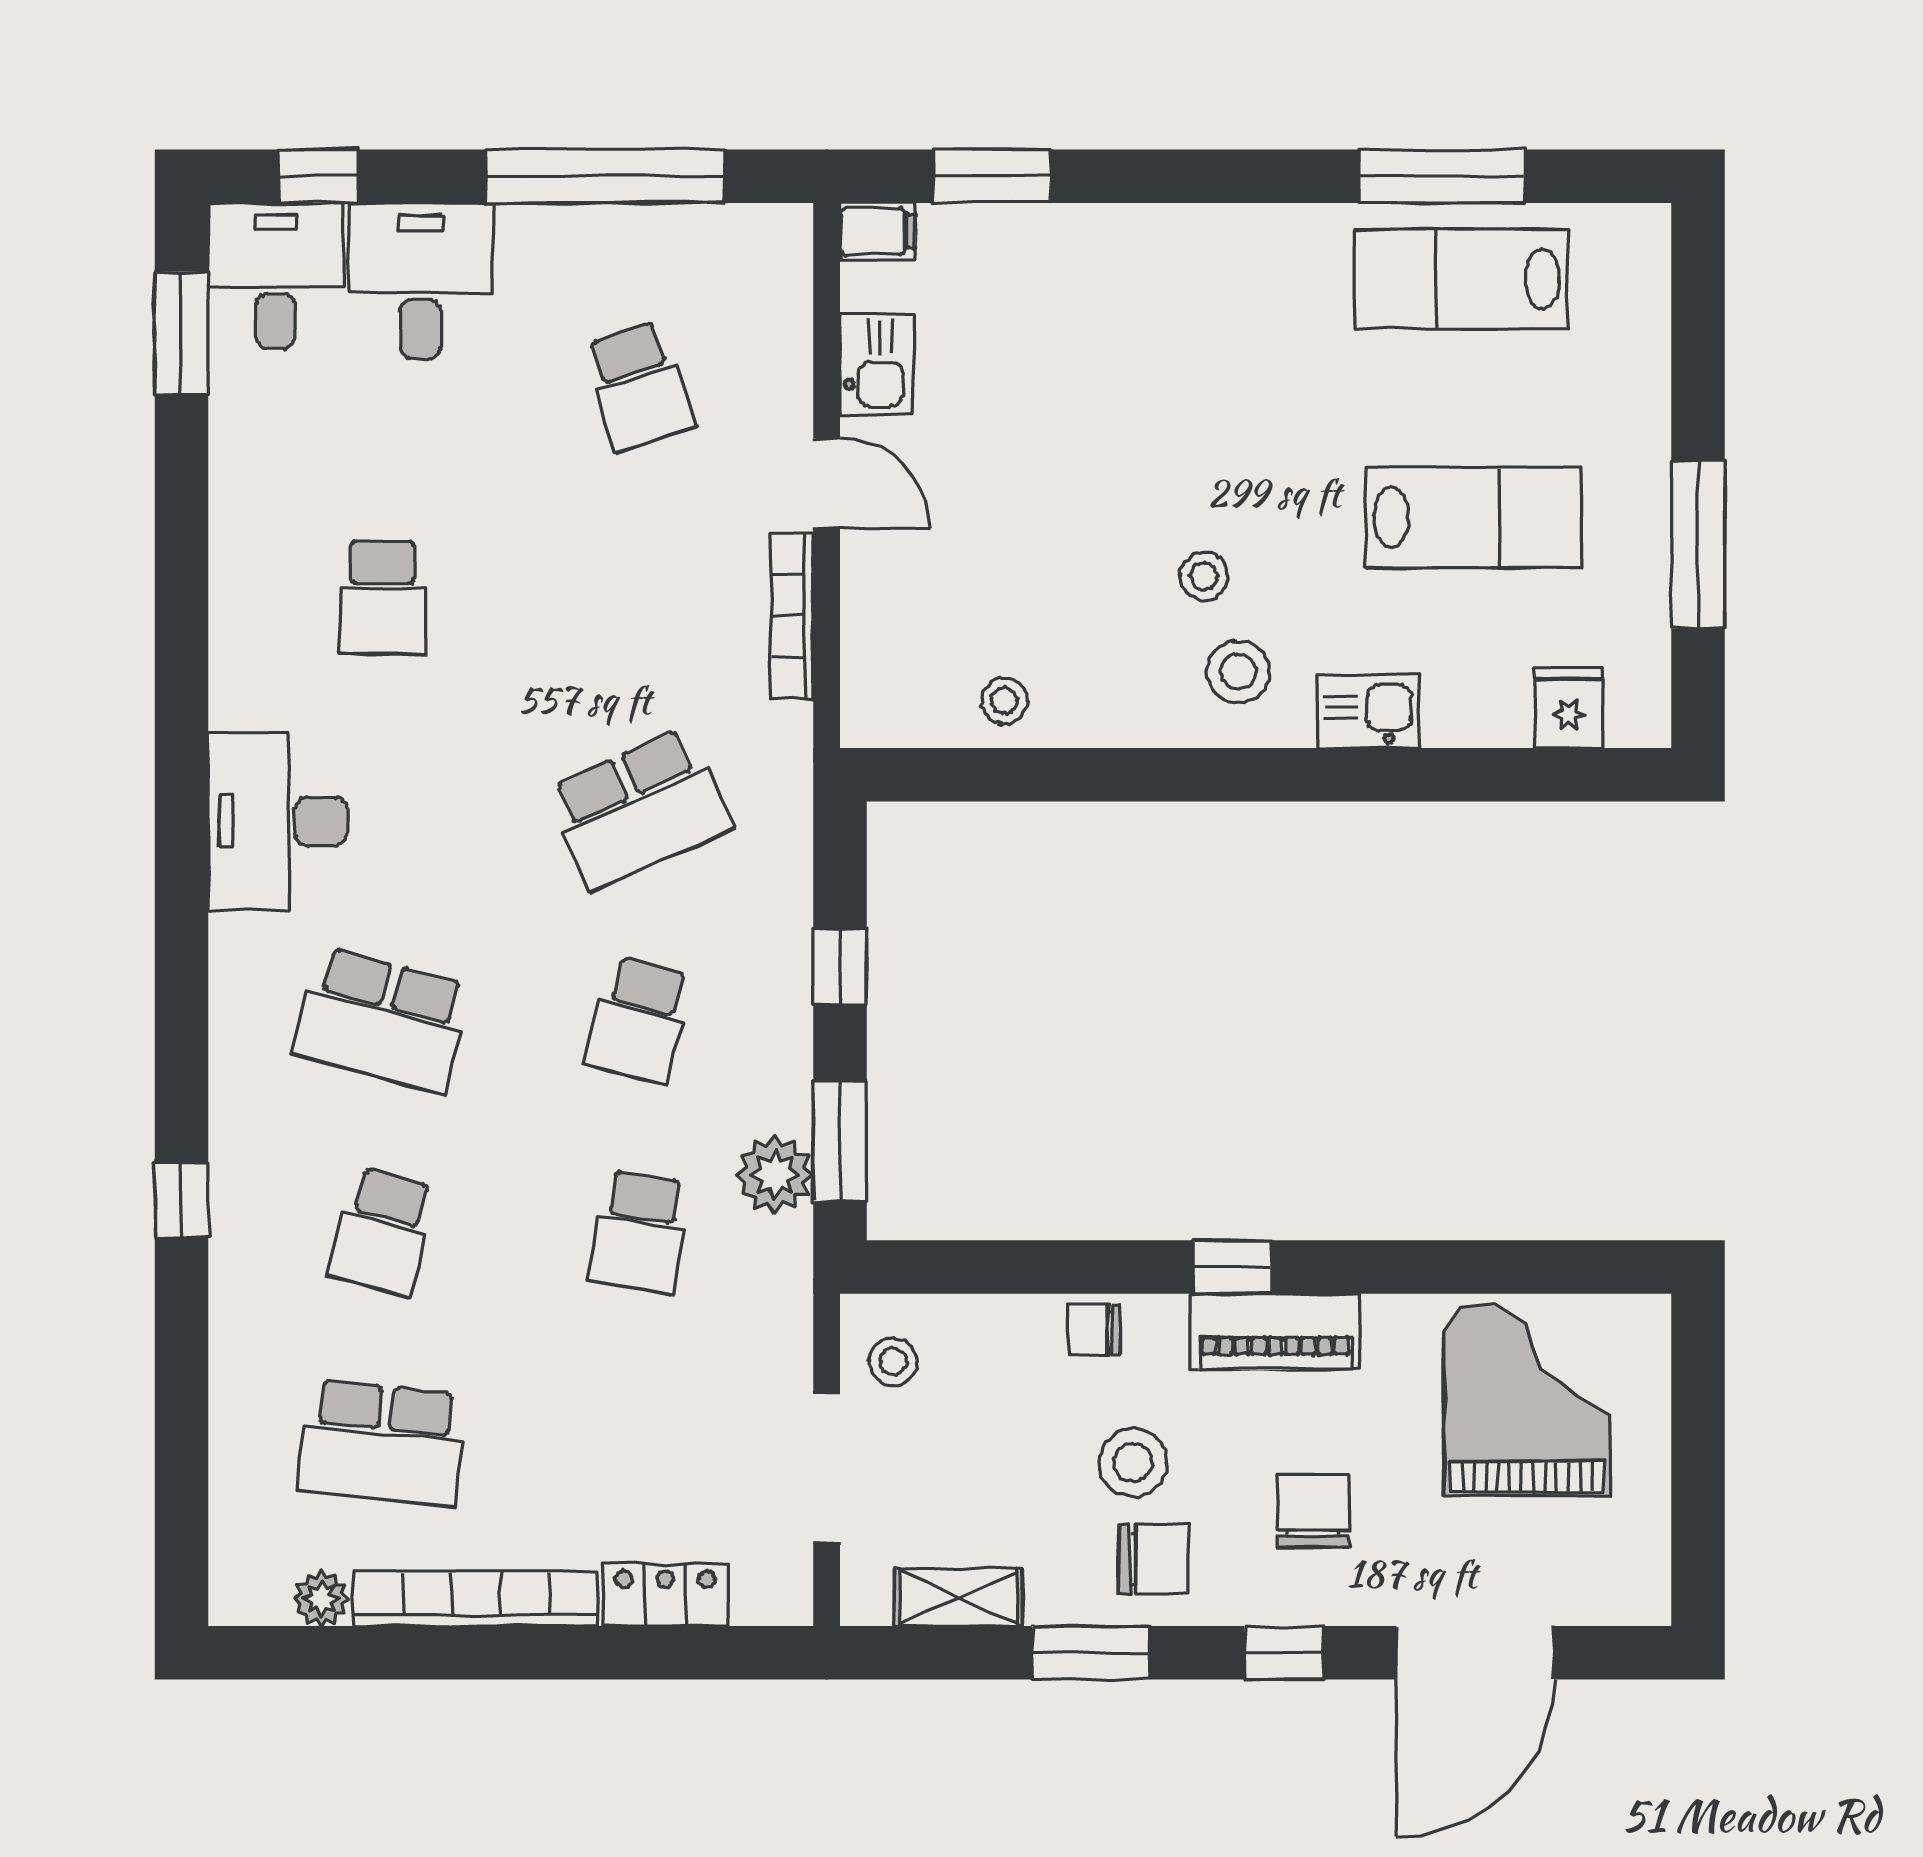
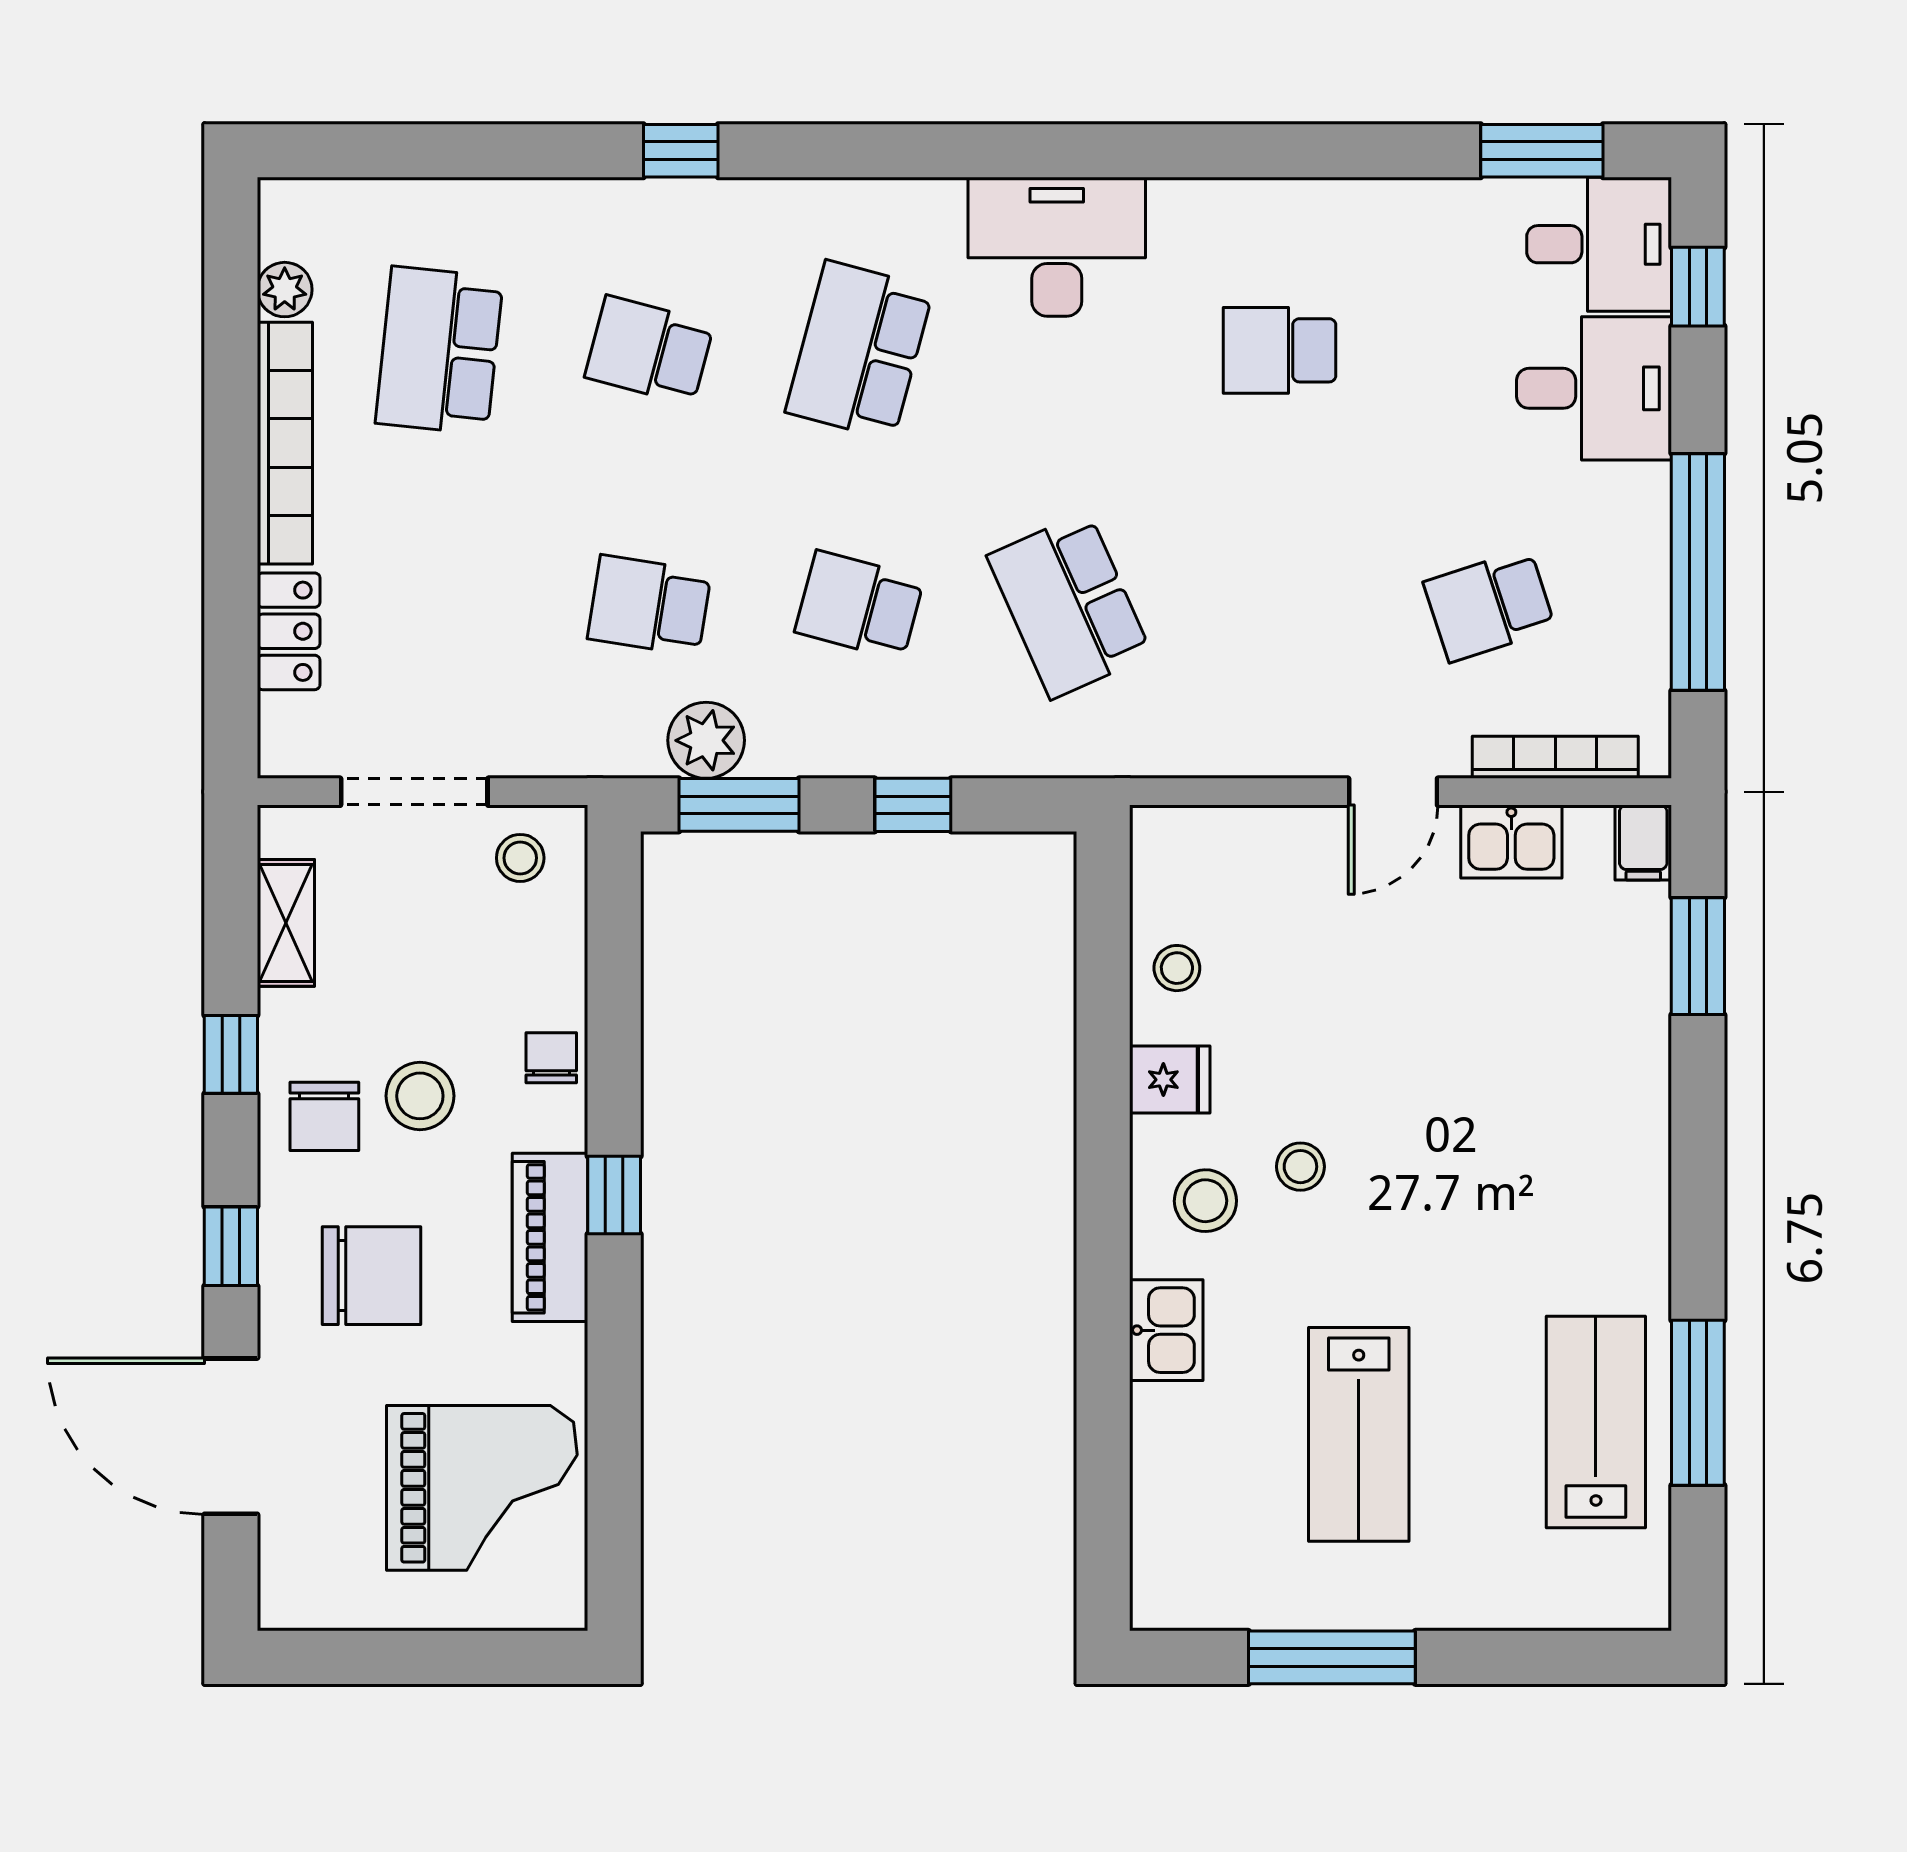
bookcase: (792, 616) -> (1555, 757), moved
fridge: (1569, 708) -> (1170, 1080), moved
chair: (1314, 1511) -> (371, 1276), width x1.37, depth x1.37
window: (1091, 1653) -> (231, 1054), width x0.67

